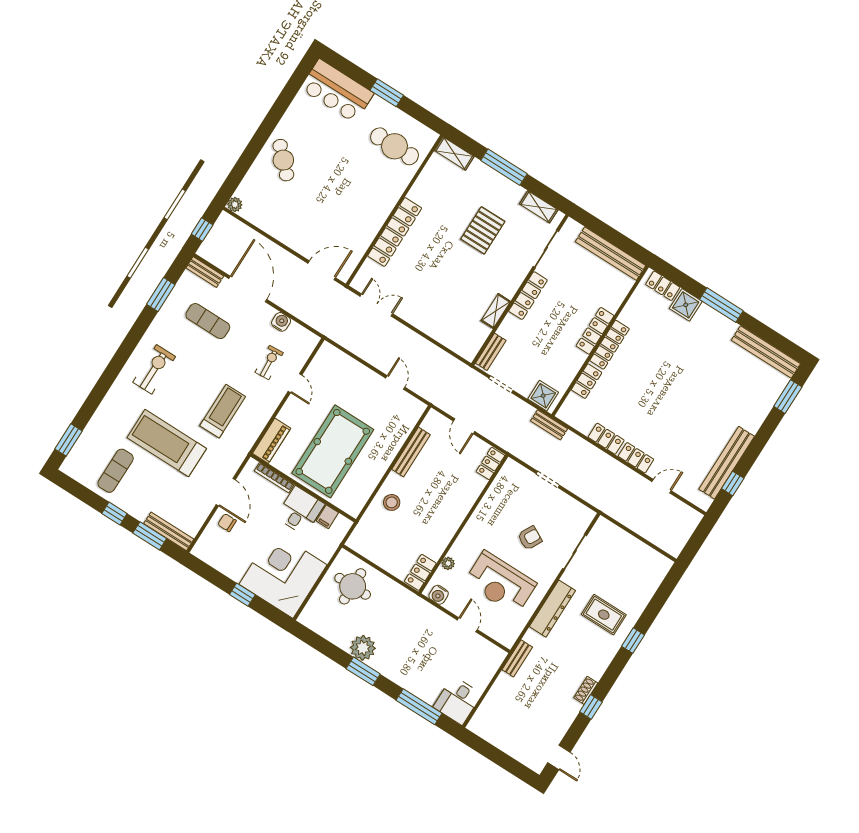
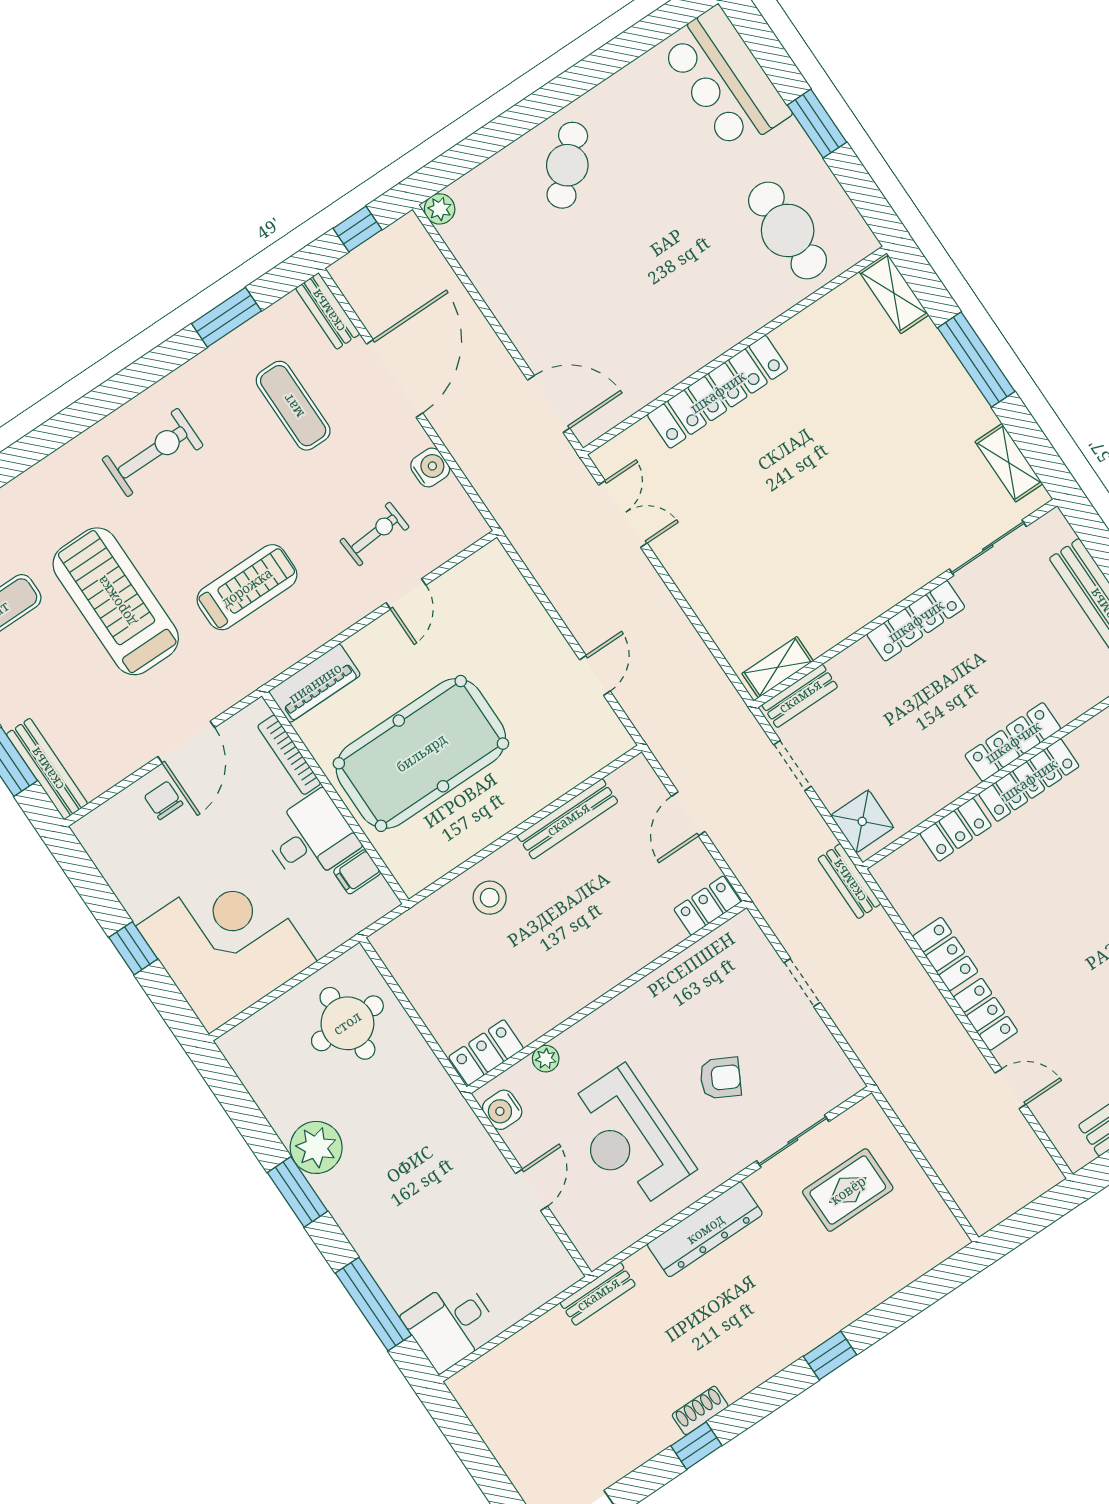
pallet: (483, 230) -> (884, 461), removed
shelving: (496, 311) -> (778, 667), moved
rug: (604, 615) -> (848, 1190), moved, turned 90

